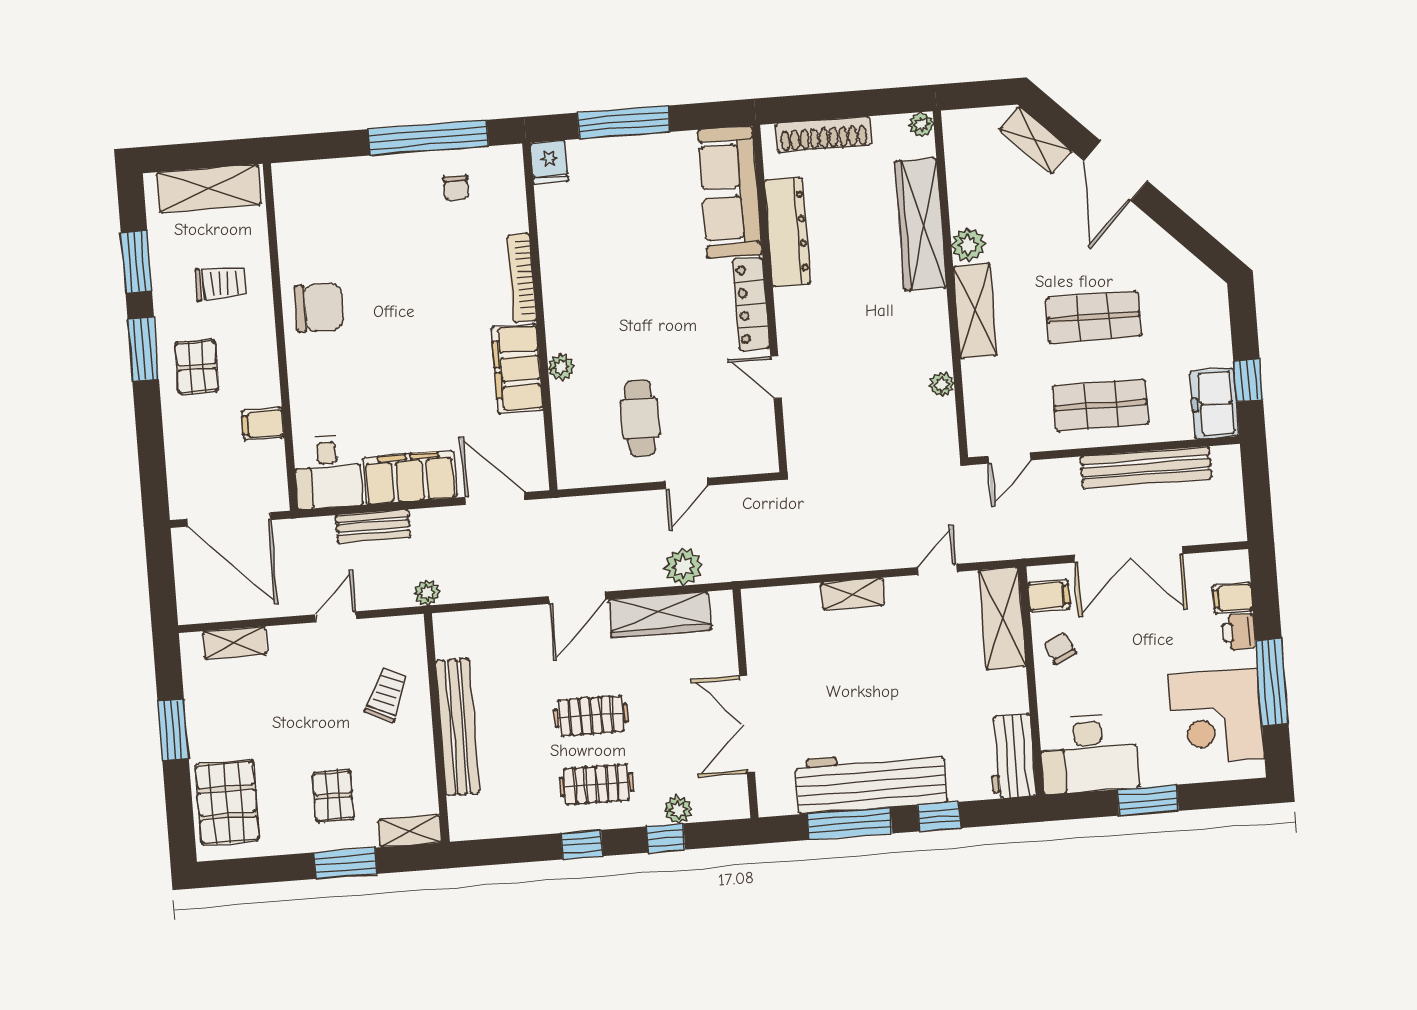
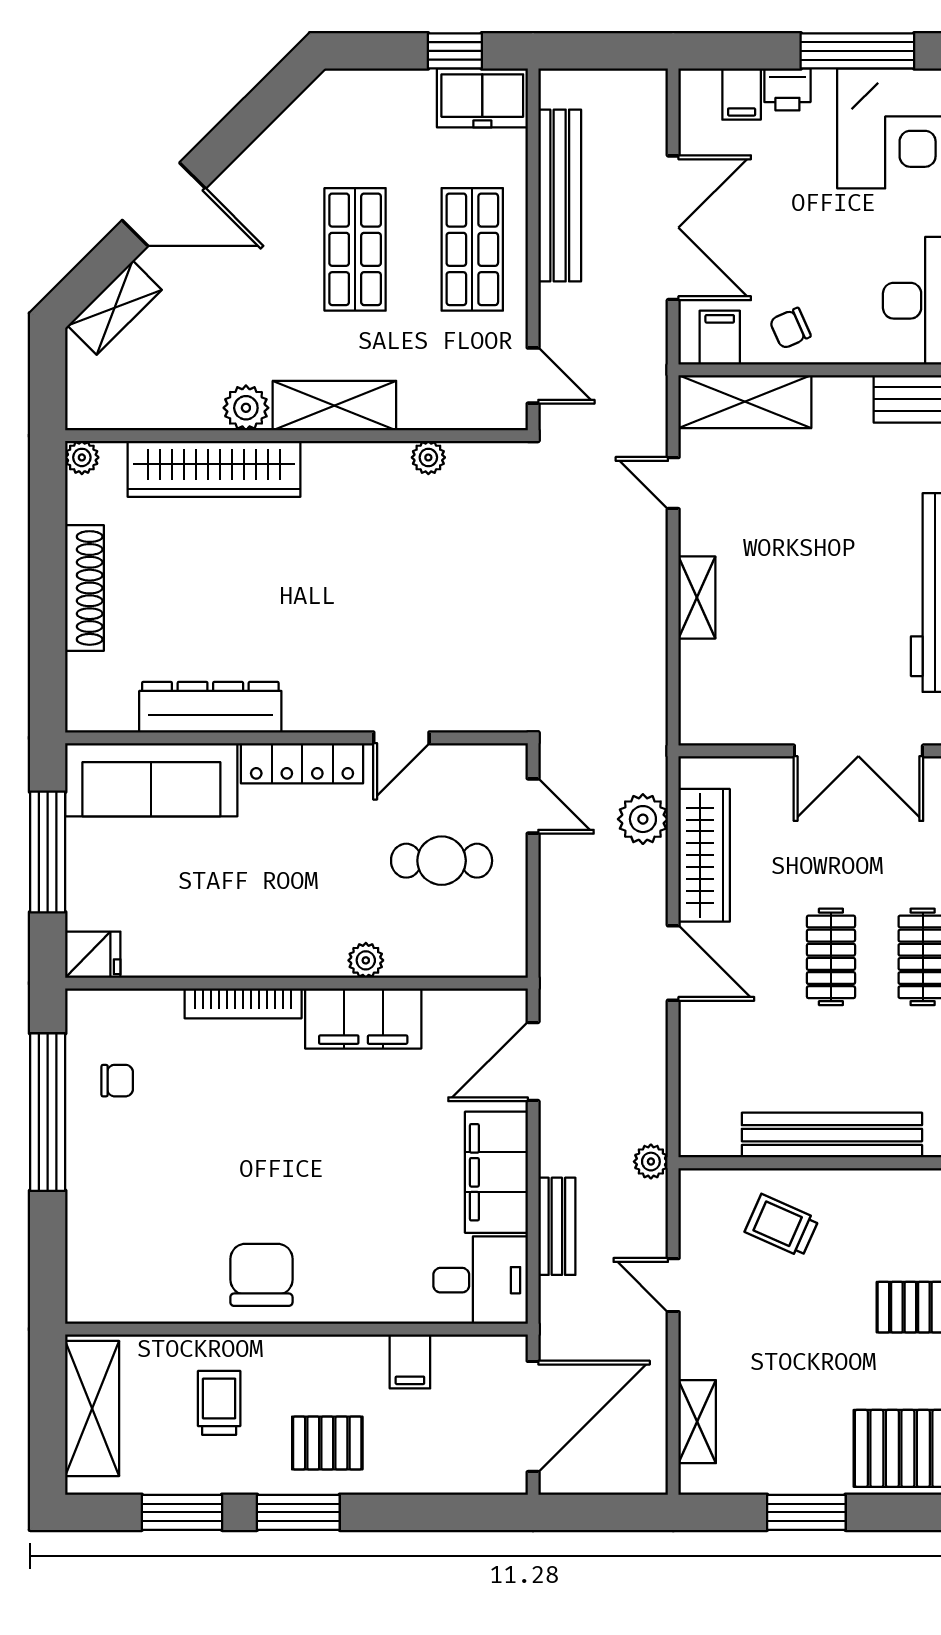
sofa: (730, 192) -> (151, 780), moved
dresser: (788, 232) -> (210, 707), moved
wall: (770, 298) -> (296, 738), moved
locker: (751, 304) -> (302, 763), moved
door: (776, 377) -> (401, 738), moved

